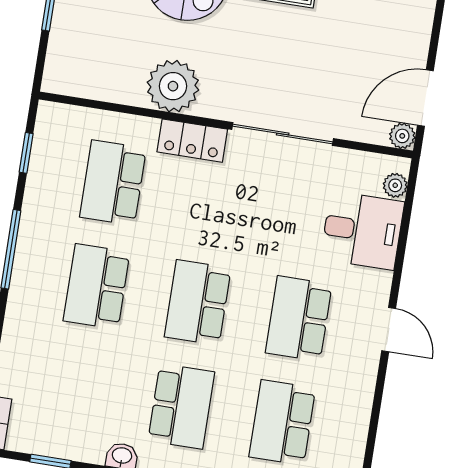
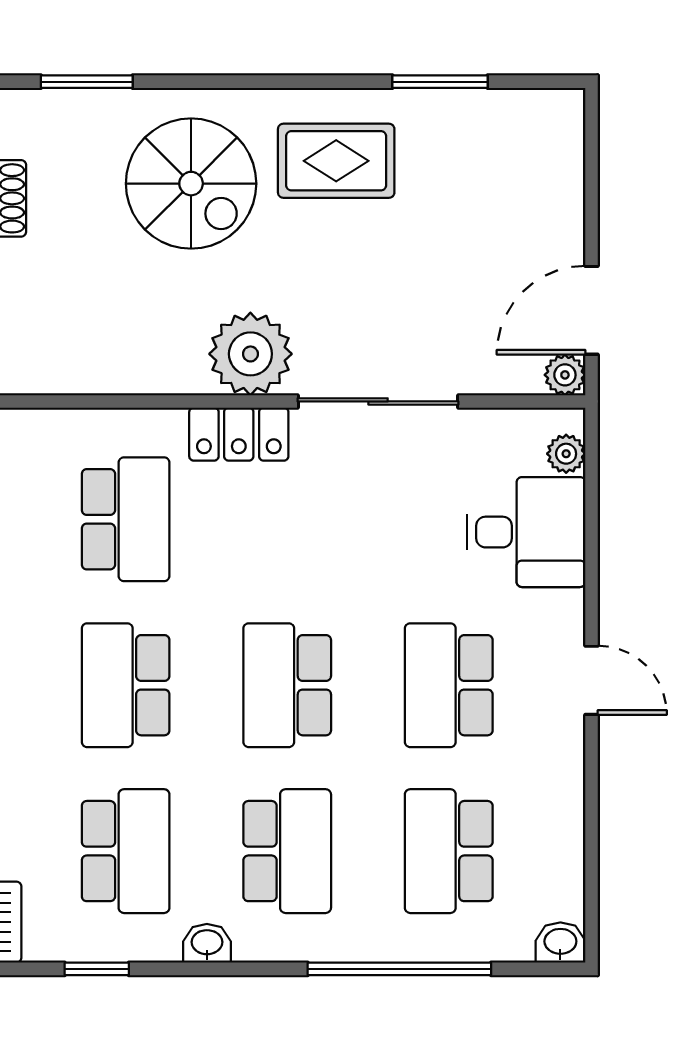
plant: (173, 86) -> (250, 354), moved
school desk: (113, 183) -> (126, 519), turned 180
school desk: (80, 390) -> (126, 851), added

